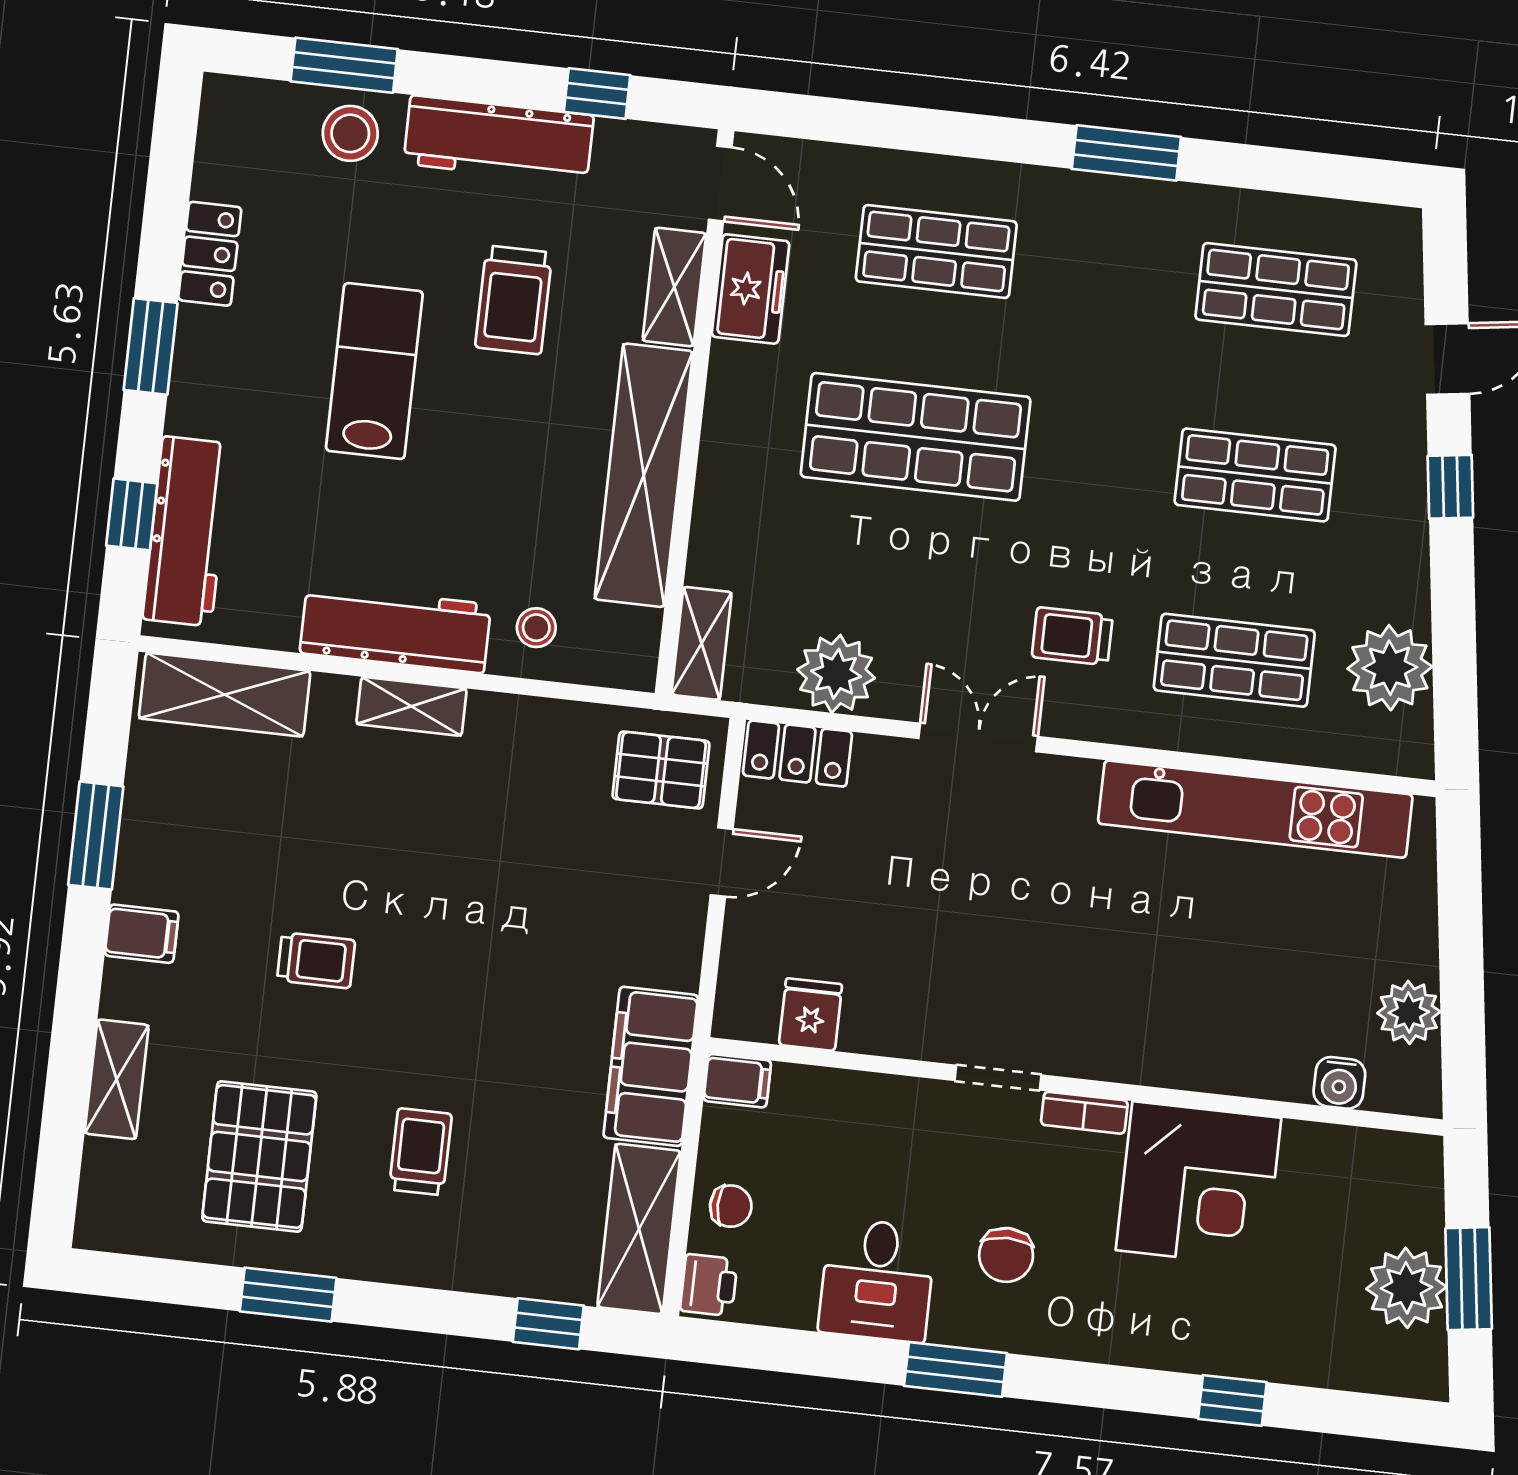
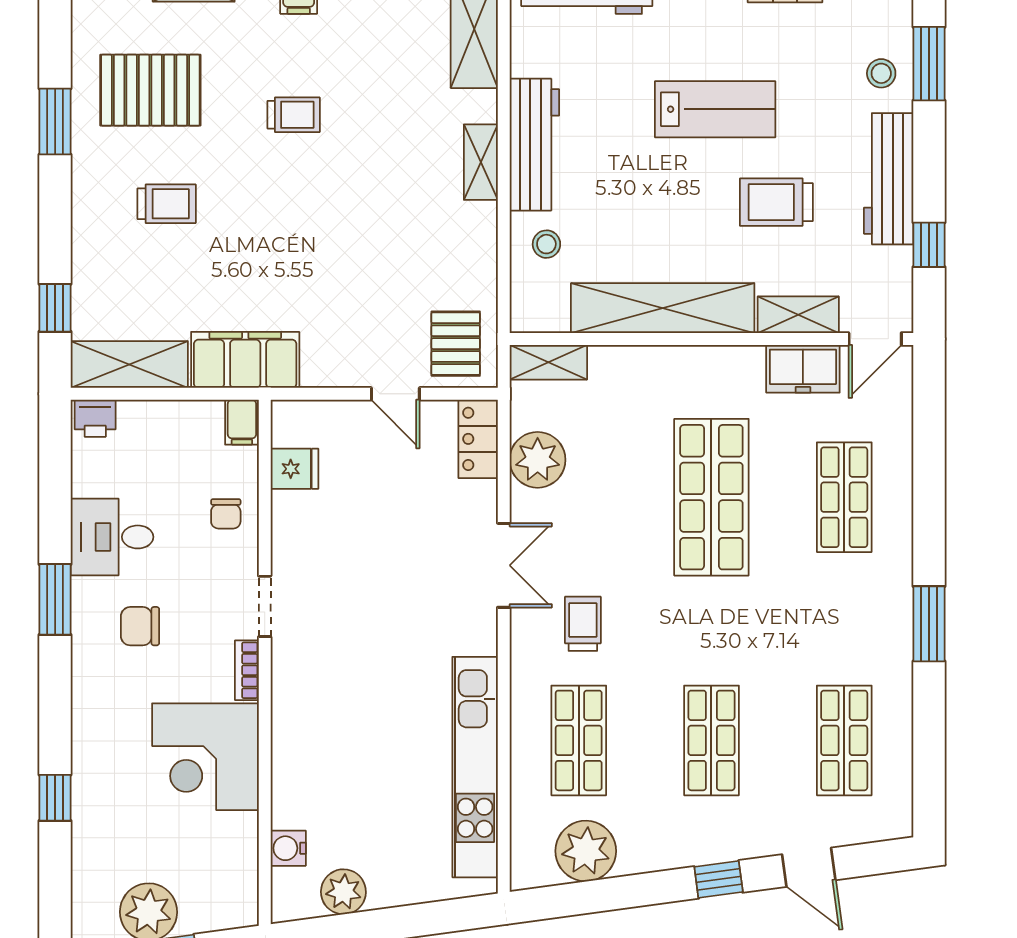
stool: (350, 133) -> (881, 73), width x0.73, depth x0.73
trolley: (316, 960) -> (294, 115), turned -90
chair: (731, 1206) -> (226, 514), moved

